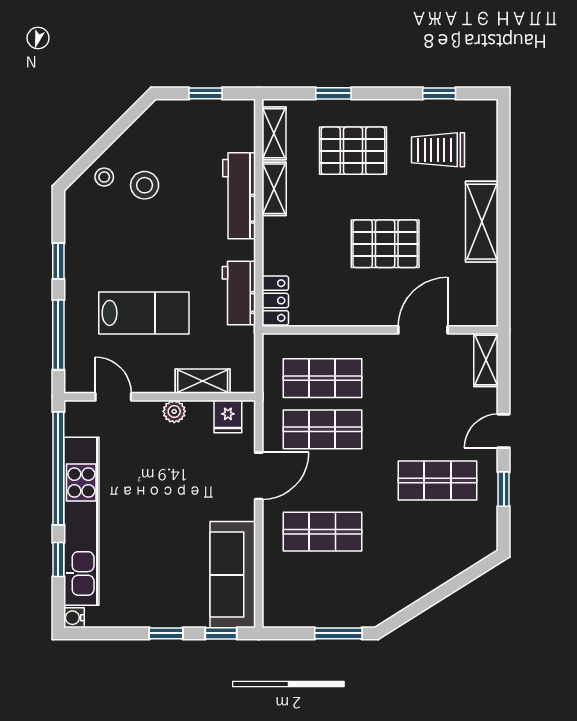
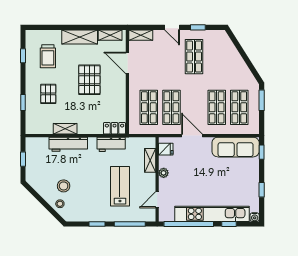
shelving: (274, 133) -> (110, 35), moved
pallet: (353, 151) -> (48, 94), width x0.67, depth x0.71
shop shelf: (322, 583) -> (239, 107), added
window: (166, 633) -> (262, 190), moved

